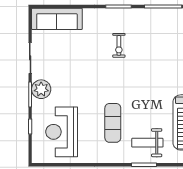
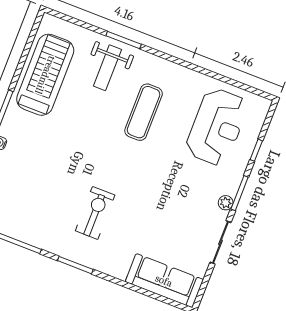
exercise bike: (119, 45) -> (95, 213), width x1.38, depth x1.39
plant: (41, 89) -> (226, 203), width x0.53, depth x0.53
weight bench: (147, 143) -> (107, 68), turned 90

